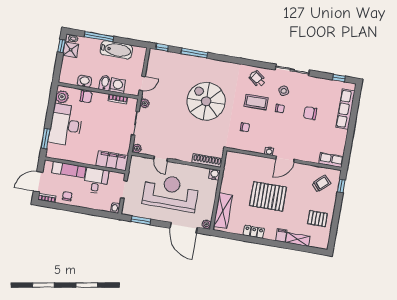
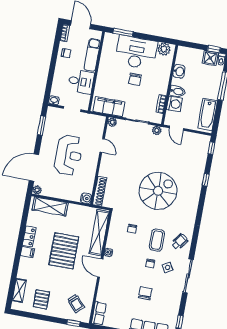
bathtub: (116, 50) -> (208, 114), moved
window: (194, 53) -> (206, 180), width x0.46
chair: (86, 97) -> (135, 79), moved
door: (161, 159) -> (102, 146), swing flipped
filing cabinet: (112, 161) -> (109, 107), moved, turned -90
shelving: (249, 161) -> (99, 233), added
reception desk: (171, 193) -> (69, 155), width x0.74, depth x0.77
filing cabinet: (281, 235) -> (27, 252), moved
shelving: (298, 239) -> (19, 290), moved

